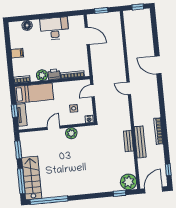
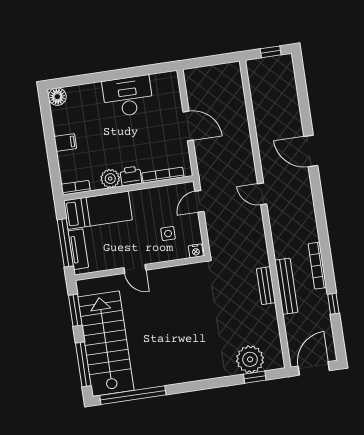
window: (101, 10) -> (208, 61), removed
floor lamp: (27, 25) -> (57, 97), moved
door: (87, 36) -> (188, 126), moved
window: (14, 111) -> (65, 243), width x2.17
door: (54, 128) -> (135, 269), swing flipped
plant: (71, 133) -> (166, 277), removed
window: (168, 170) -> (333, 304), moved
stairs: (32, 178) -> (106, 344), width x1.36, depth x1.51
plant: (128, 182) -> (250, 359), moved

